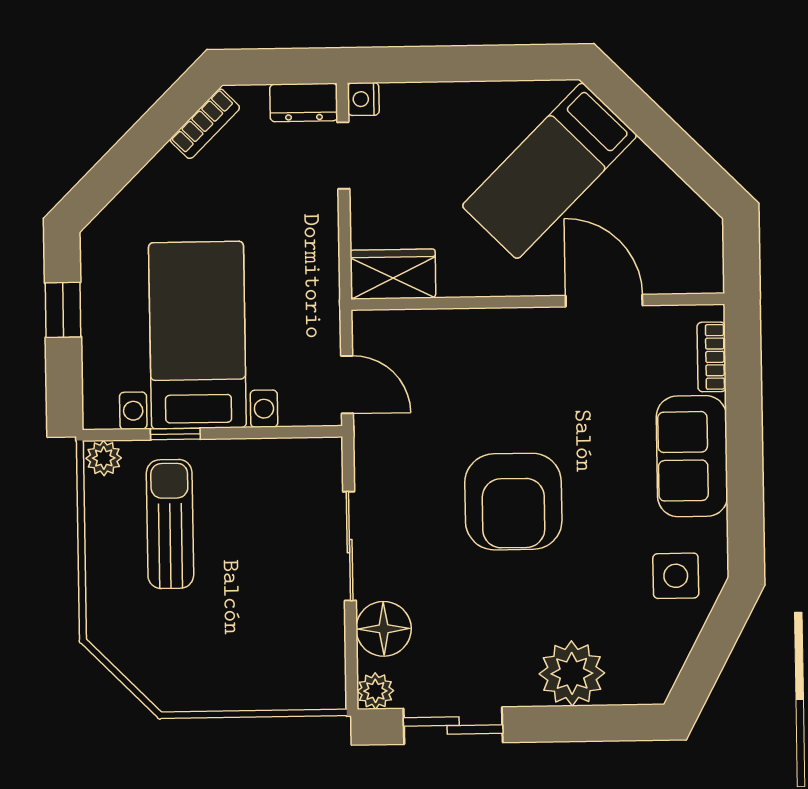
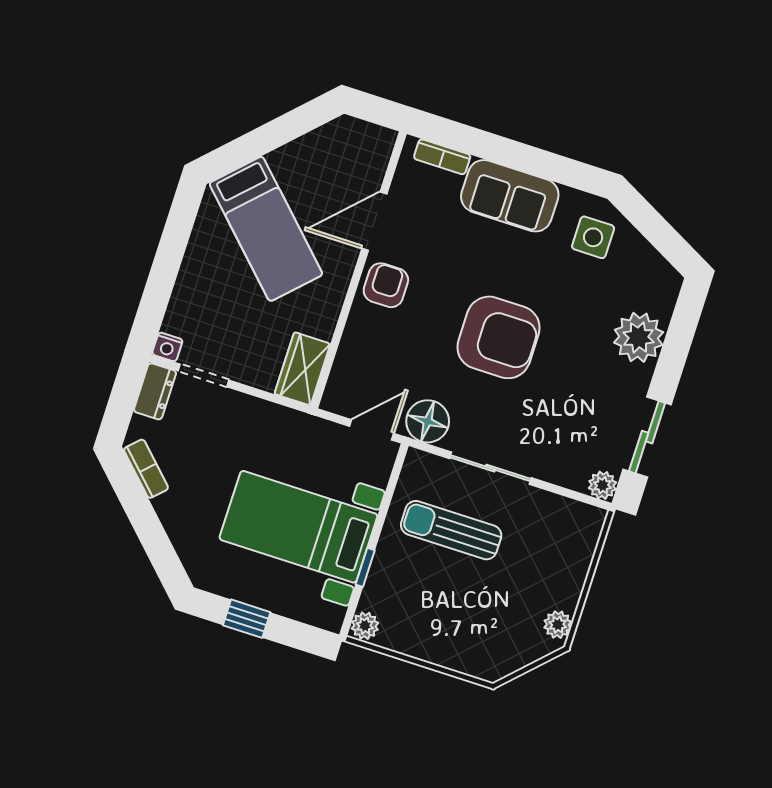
armchair: (530, 342) -> (386, 285), added
sun lounger: (170, 524) -> (451, 530), moved
floor lamp: (384, 629) -> (428, 421), moved
plant: (186, 694) -> (558, 625), added

